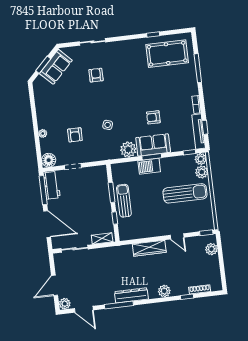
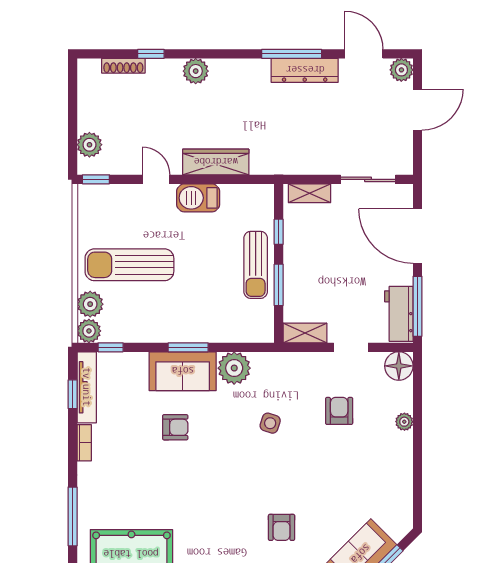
barbecue: (149, 166) -> (198, 198), moved, turned 180
shelving: (96, 171) -> (305, 333), added
dresser: (131, 295) -> (305, 70), moved

